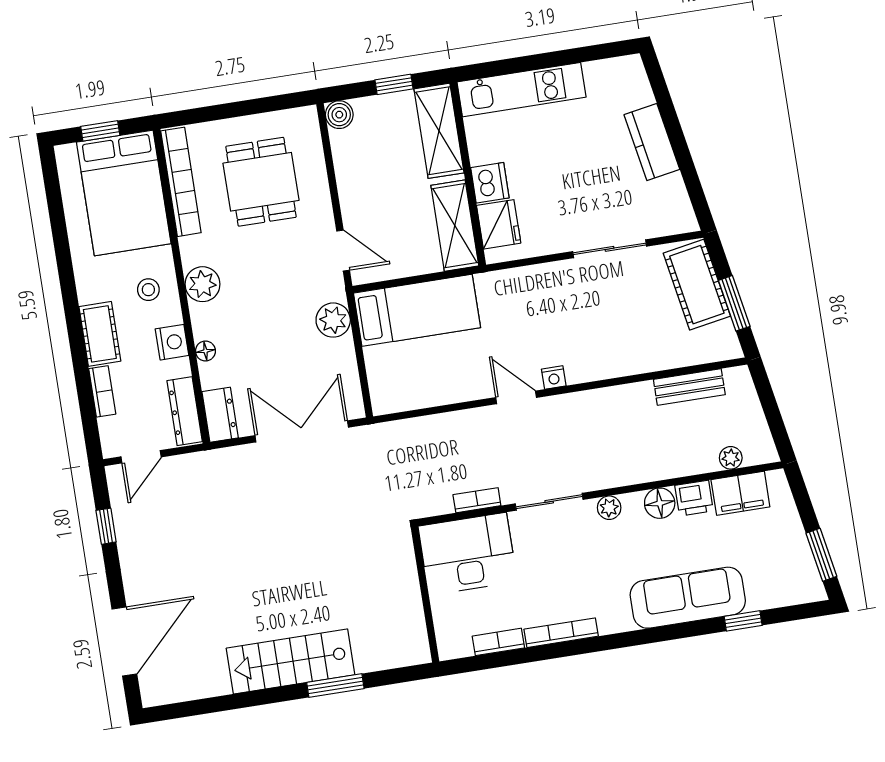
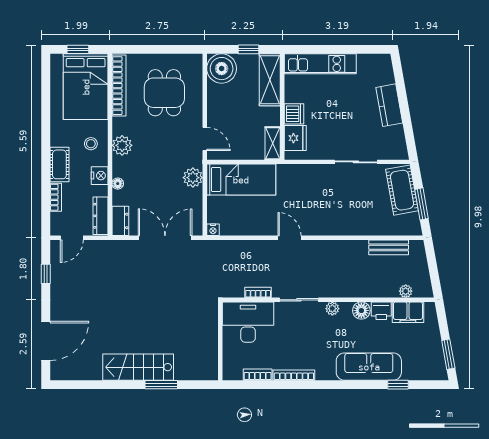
boiler: (339, 115) -> (222, 69), width x1.86, depth x1.86
shelving: (455, 226) -> (273, 143), width x0.67, depth x0.75
nightstand: (554, 377) -> (213, 230), moved

